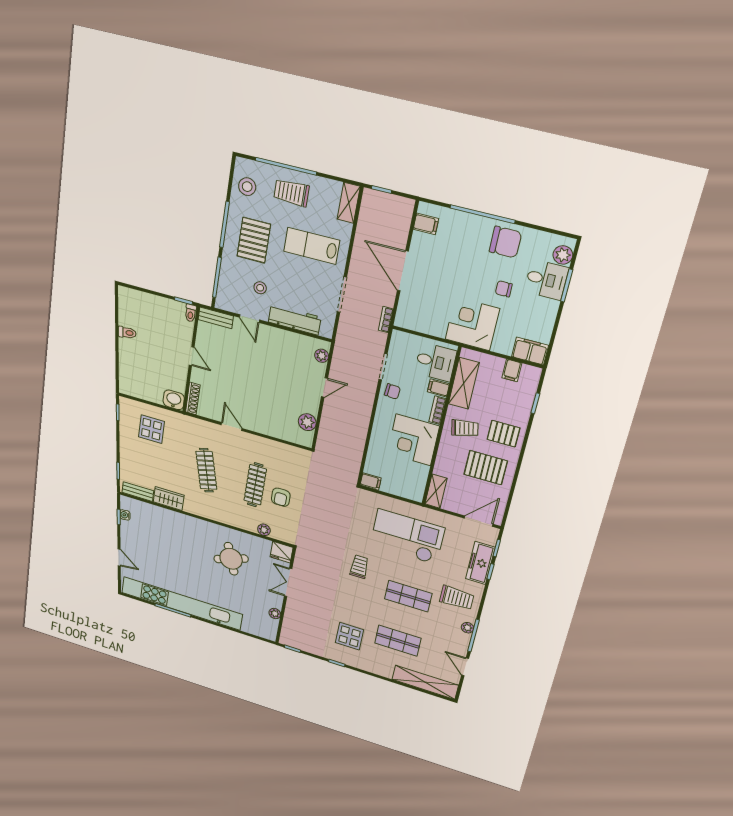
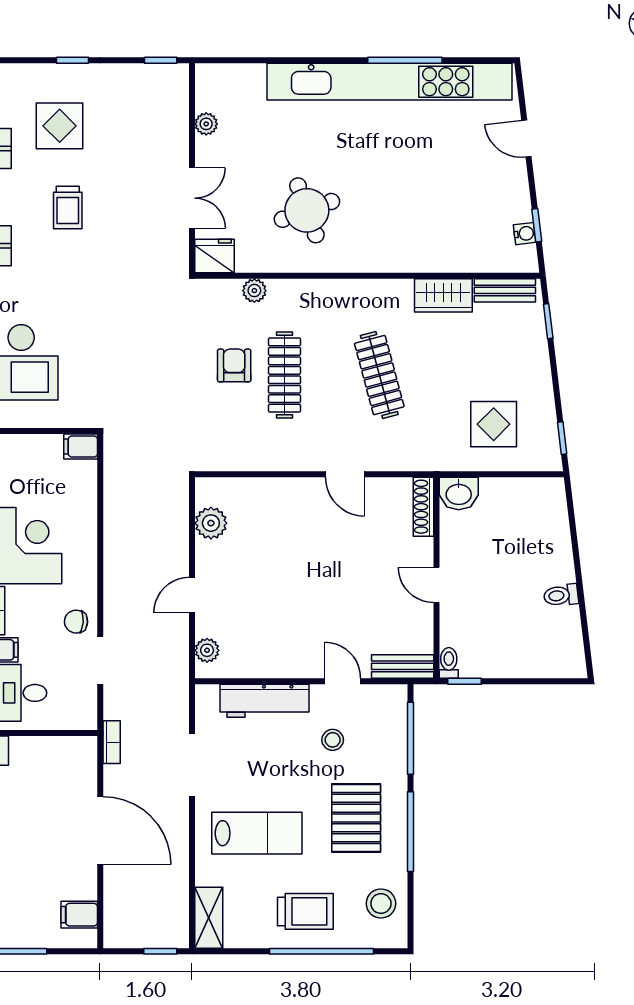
trolley: (359, 567) -> (68, 208), moved

